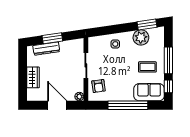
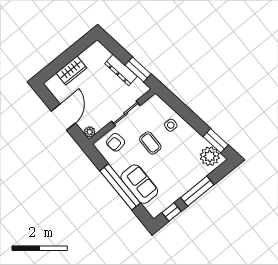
plant: (141, 37) -> (210, 156), moved
window: (52, 38) -> (138, 69), moved
dresser: (46, 49) -> (121, 70), moved
coffee table: (147, 67) -> (150, 143), moved
sofa: (149, 92) -> (139, 184), moved

